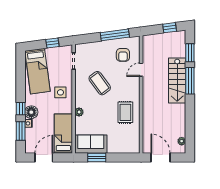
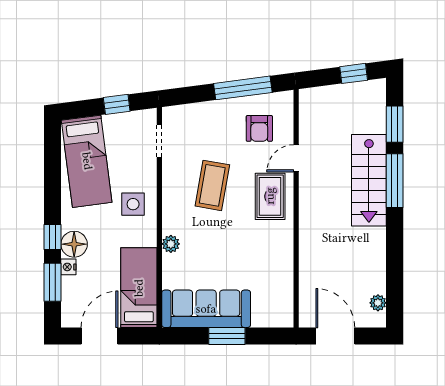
coffee table: (100, 83) -> (212, 185), turned 46
rug: (125, 112) -> (270, 196), moved
sofa: (91, 144) -> (206, 309), width x1.36
window: (97, 158) -> (227, 336), moved

